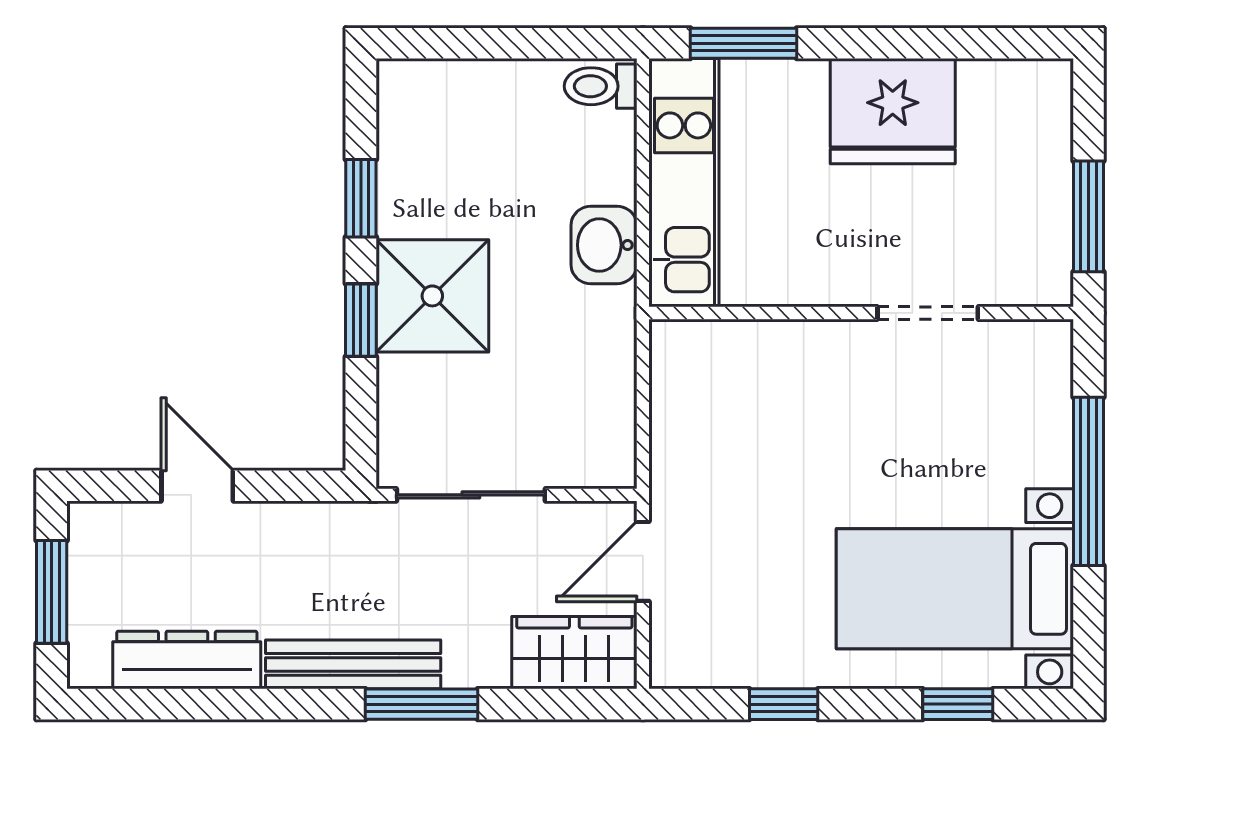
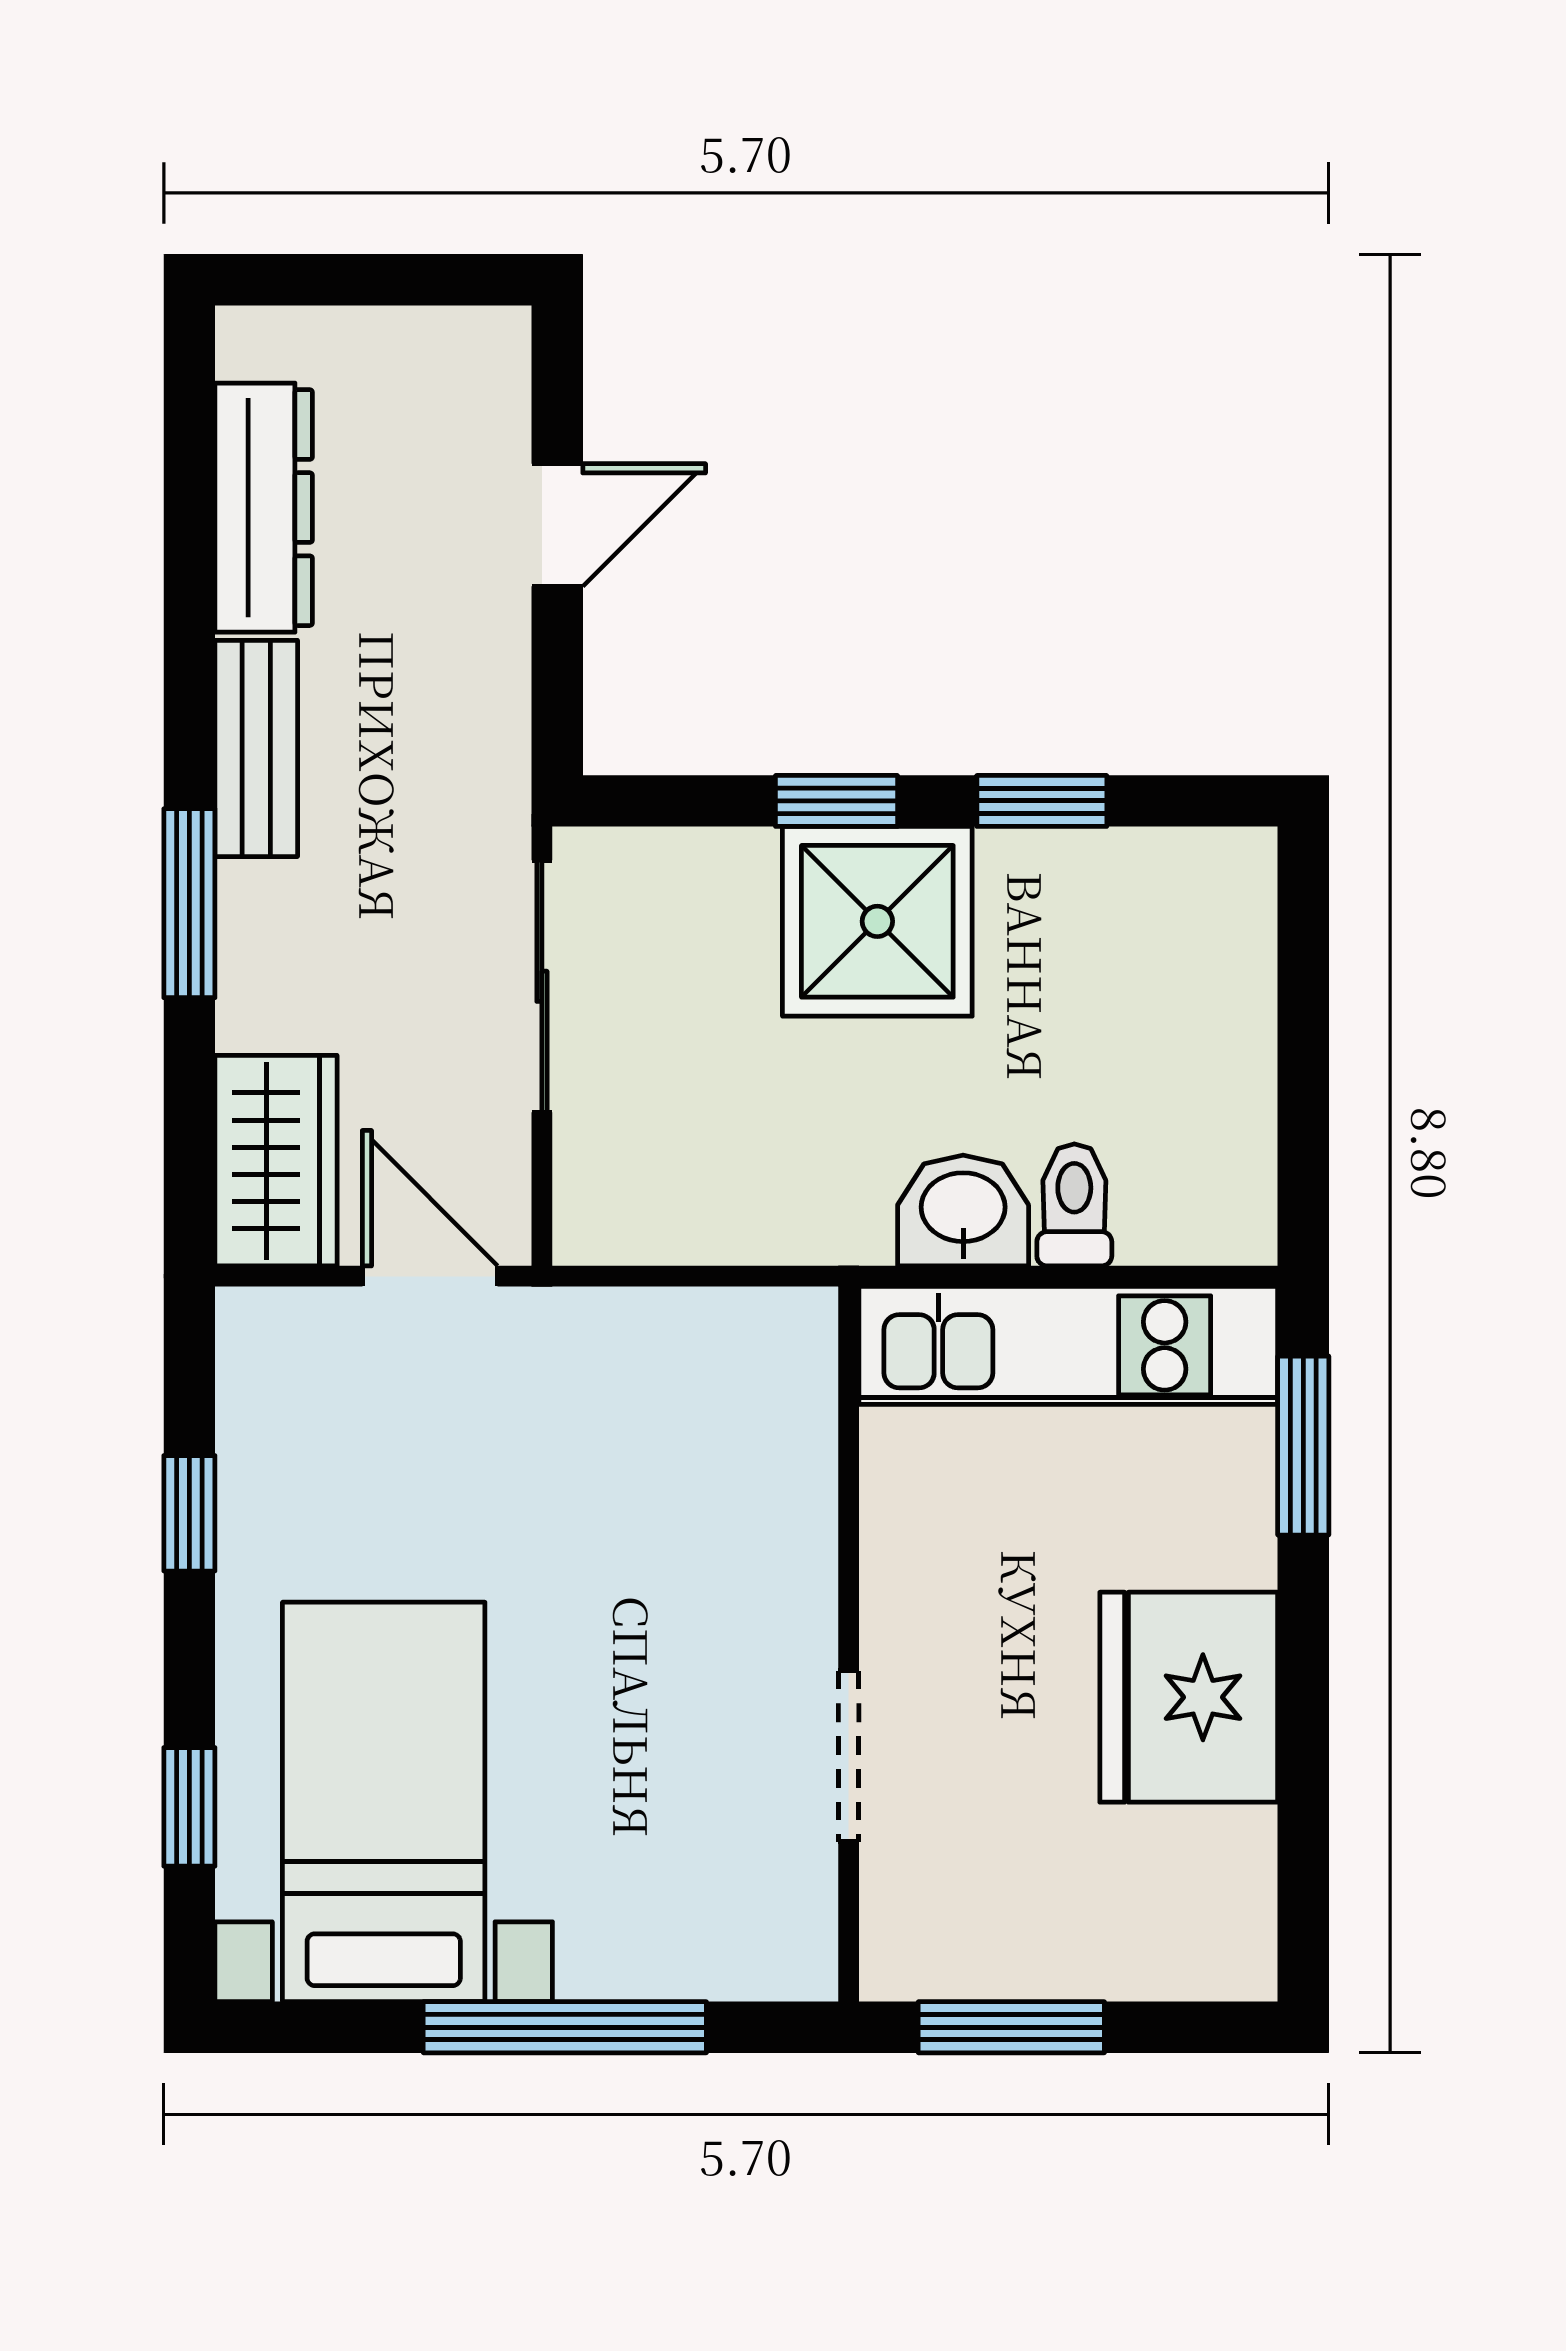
toilet: (601, 86) -> (1074, 1205), moved
window: (52, 592) -> (379, 280), removed
bench: (353, 664) -> (256, 748), width x0.73

